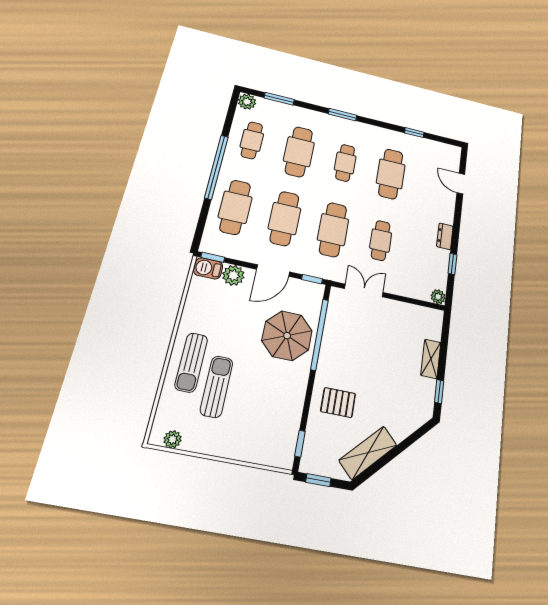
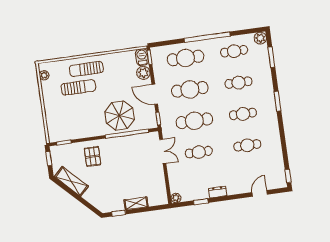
window: (414, 133) -> (288, 176), moved
cafe table: (299, 152) -> (239, 83), width x0.73, depth x0.74
cafe table: (391, 174) -> (247, 145), width x0.73, depth x0.74

